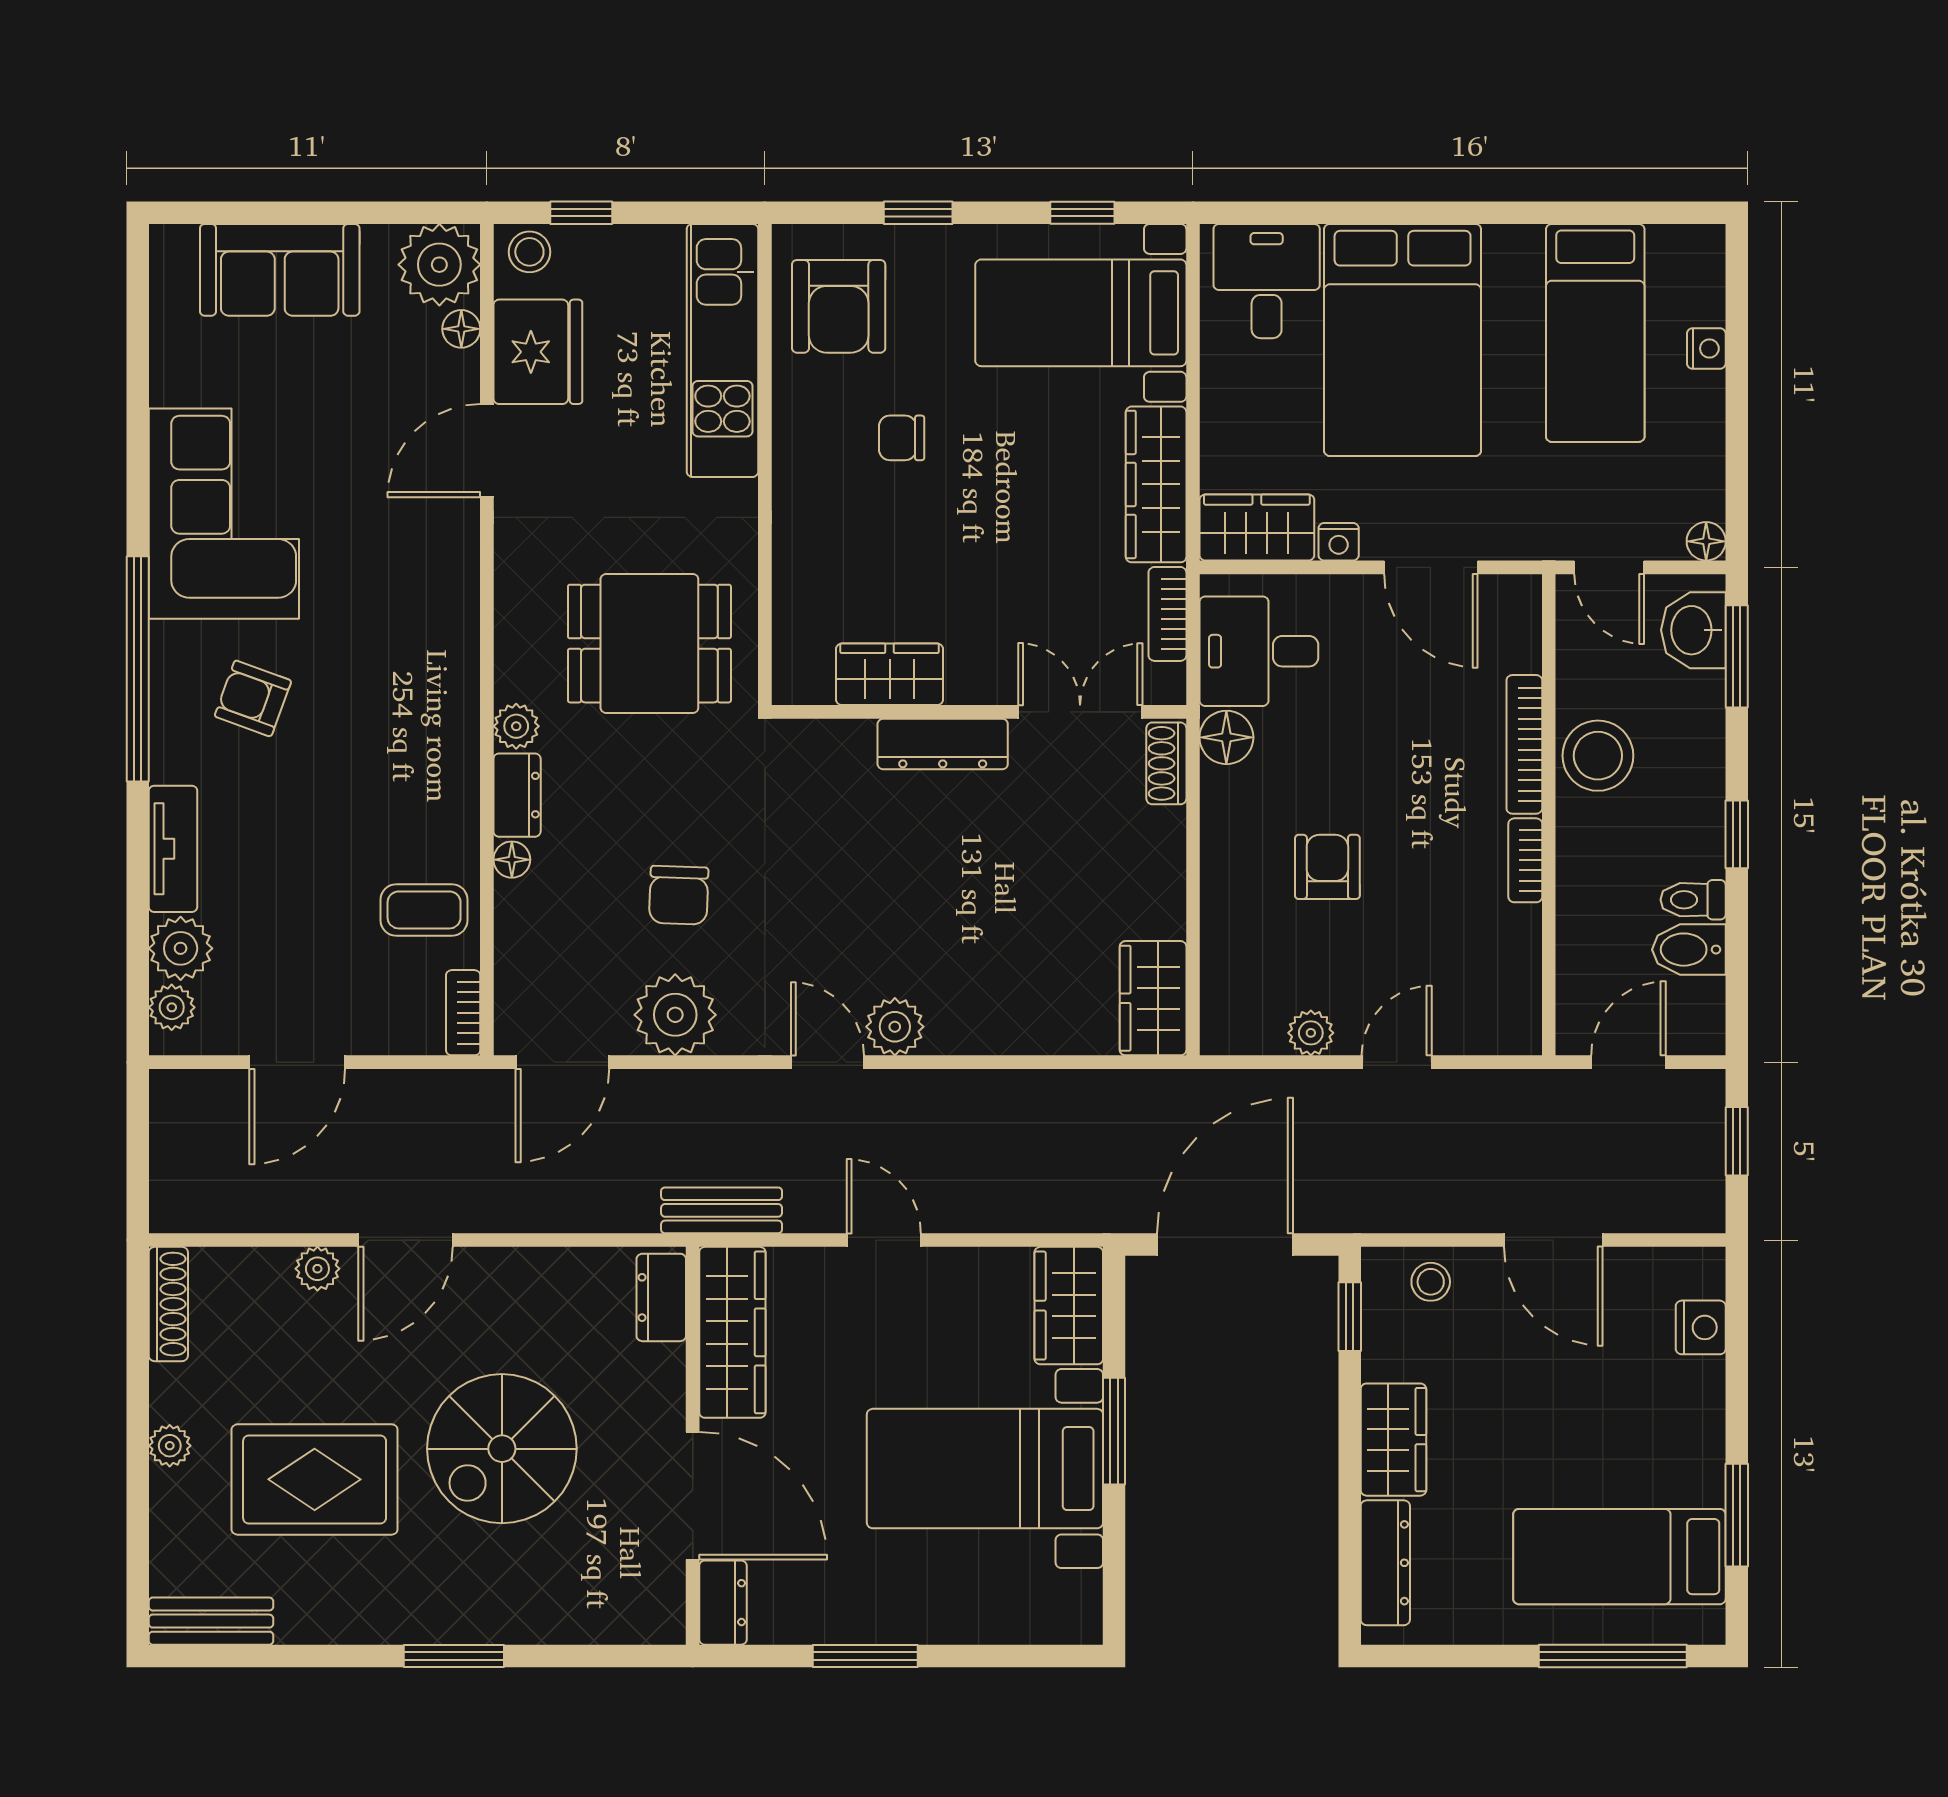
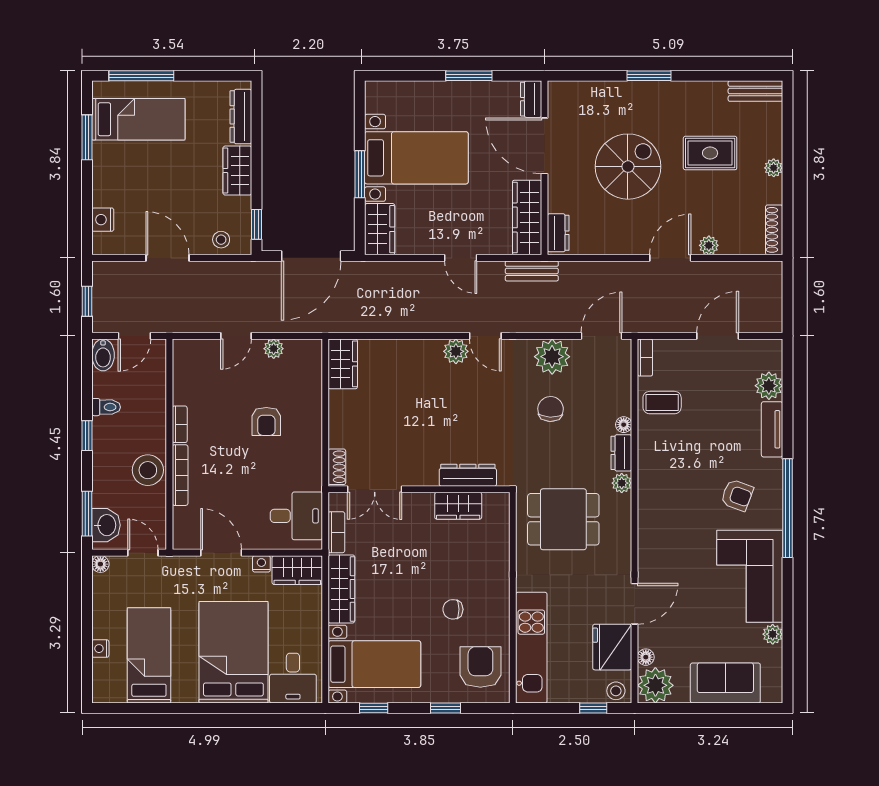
chair: (902, 438) -> (453, 609), turned 180
floor lamp: (1226, 737) -> (311, 478), removed
dresser: (943, 744) -> (468, 475), moved
bidet: (1689, 950) -> (103, 355), moved, turned 90
plant: (172, 1007) -> (773, 634), moved
rug: (315, 1479) -> (710, 153), width x0.73, depth x0.70

